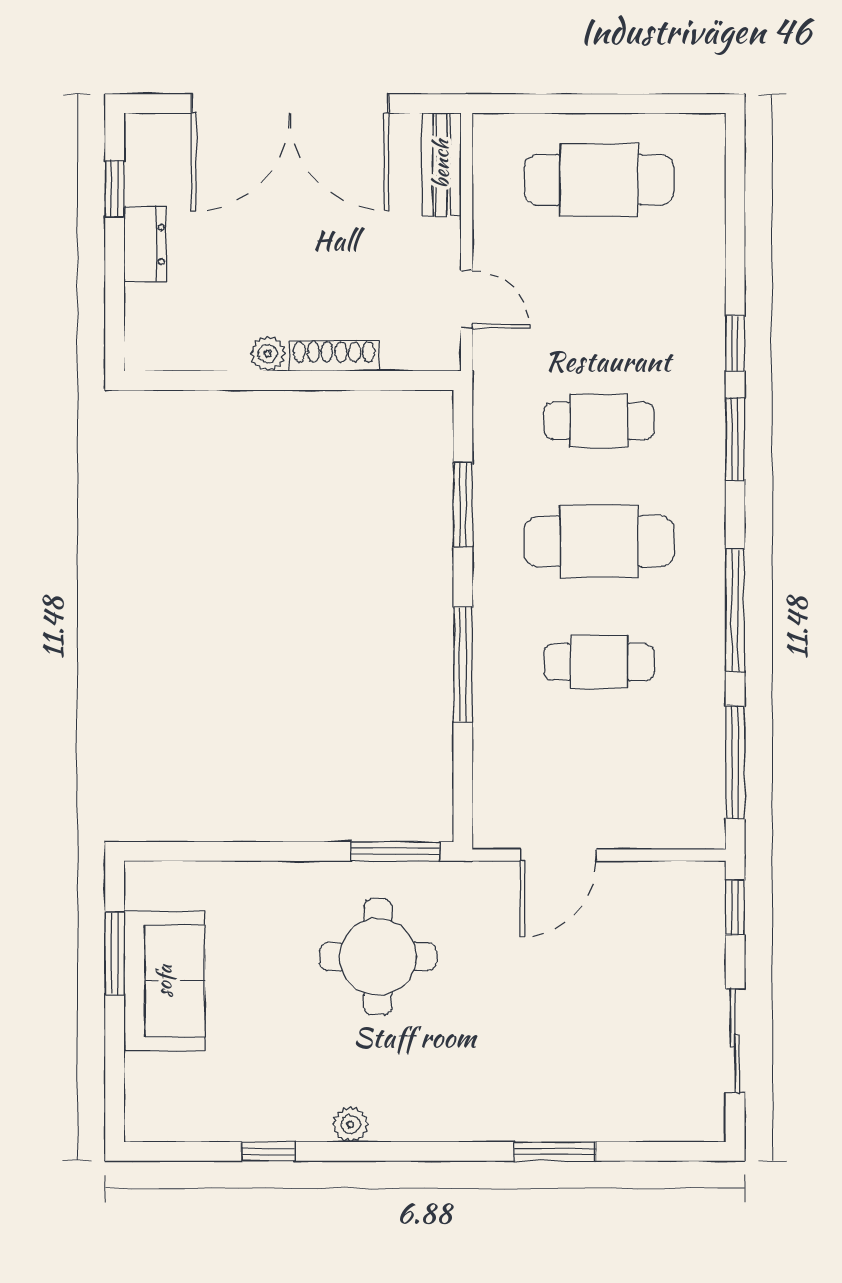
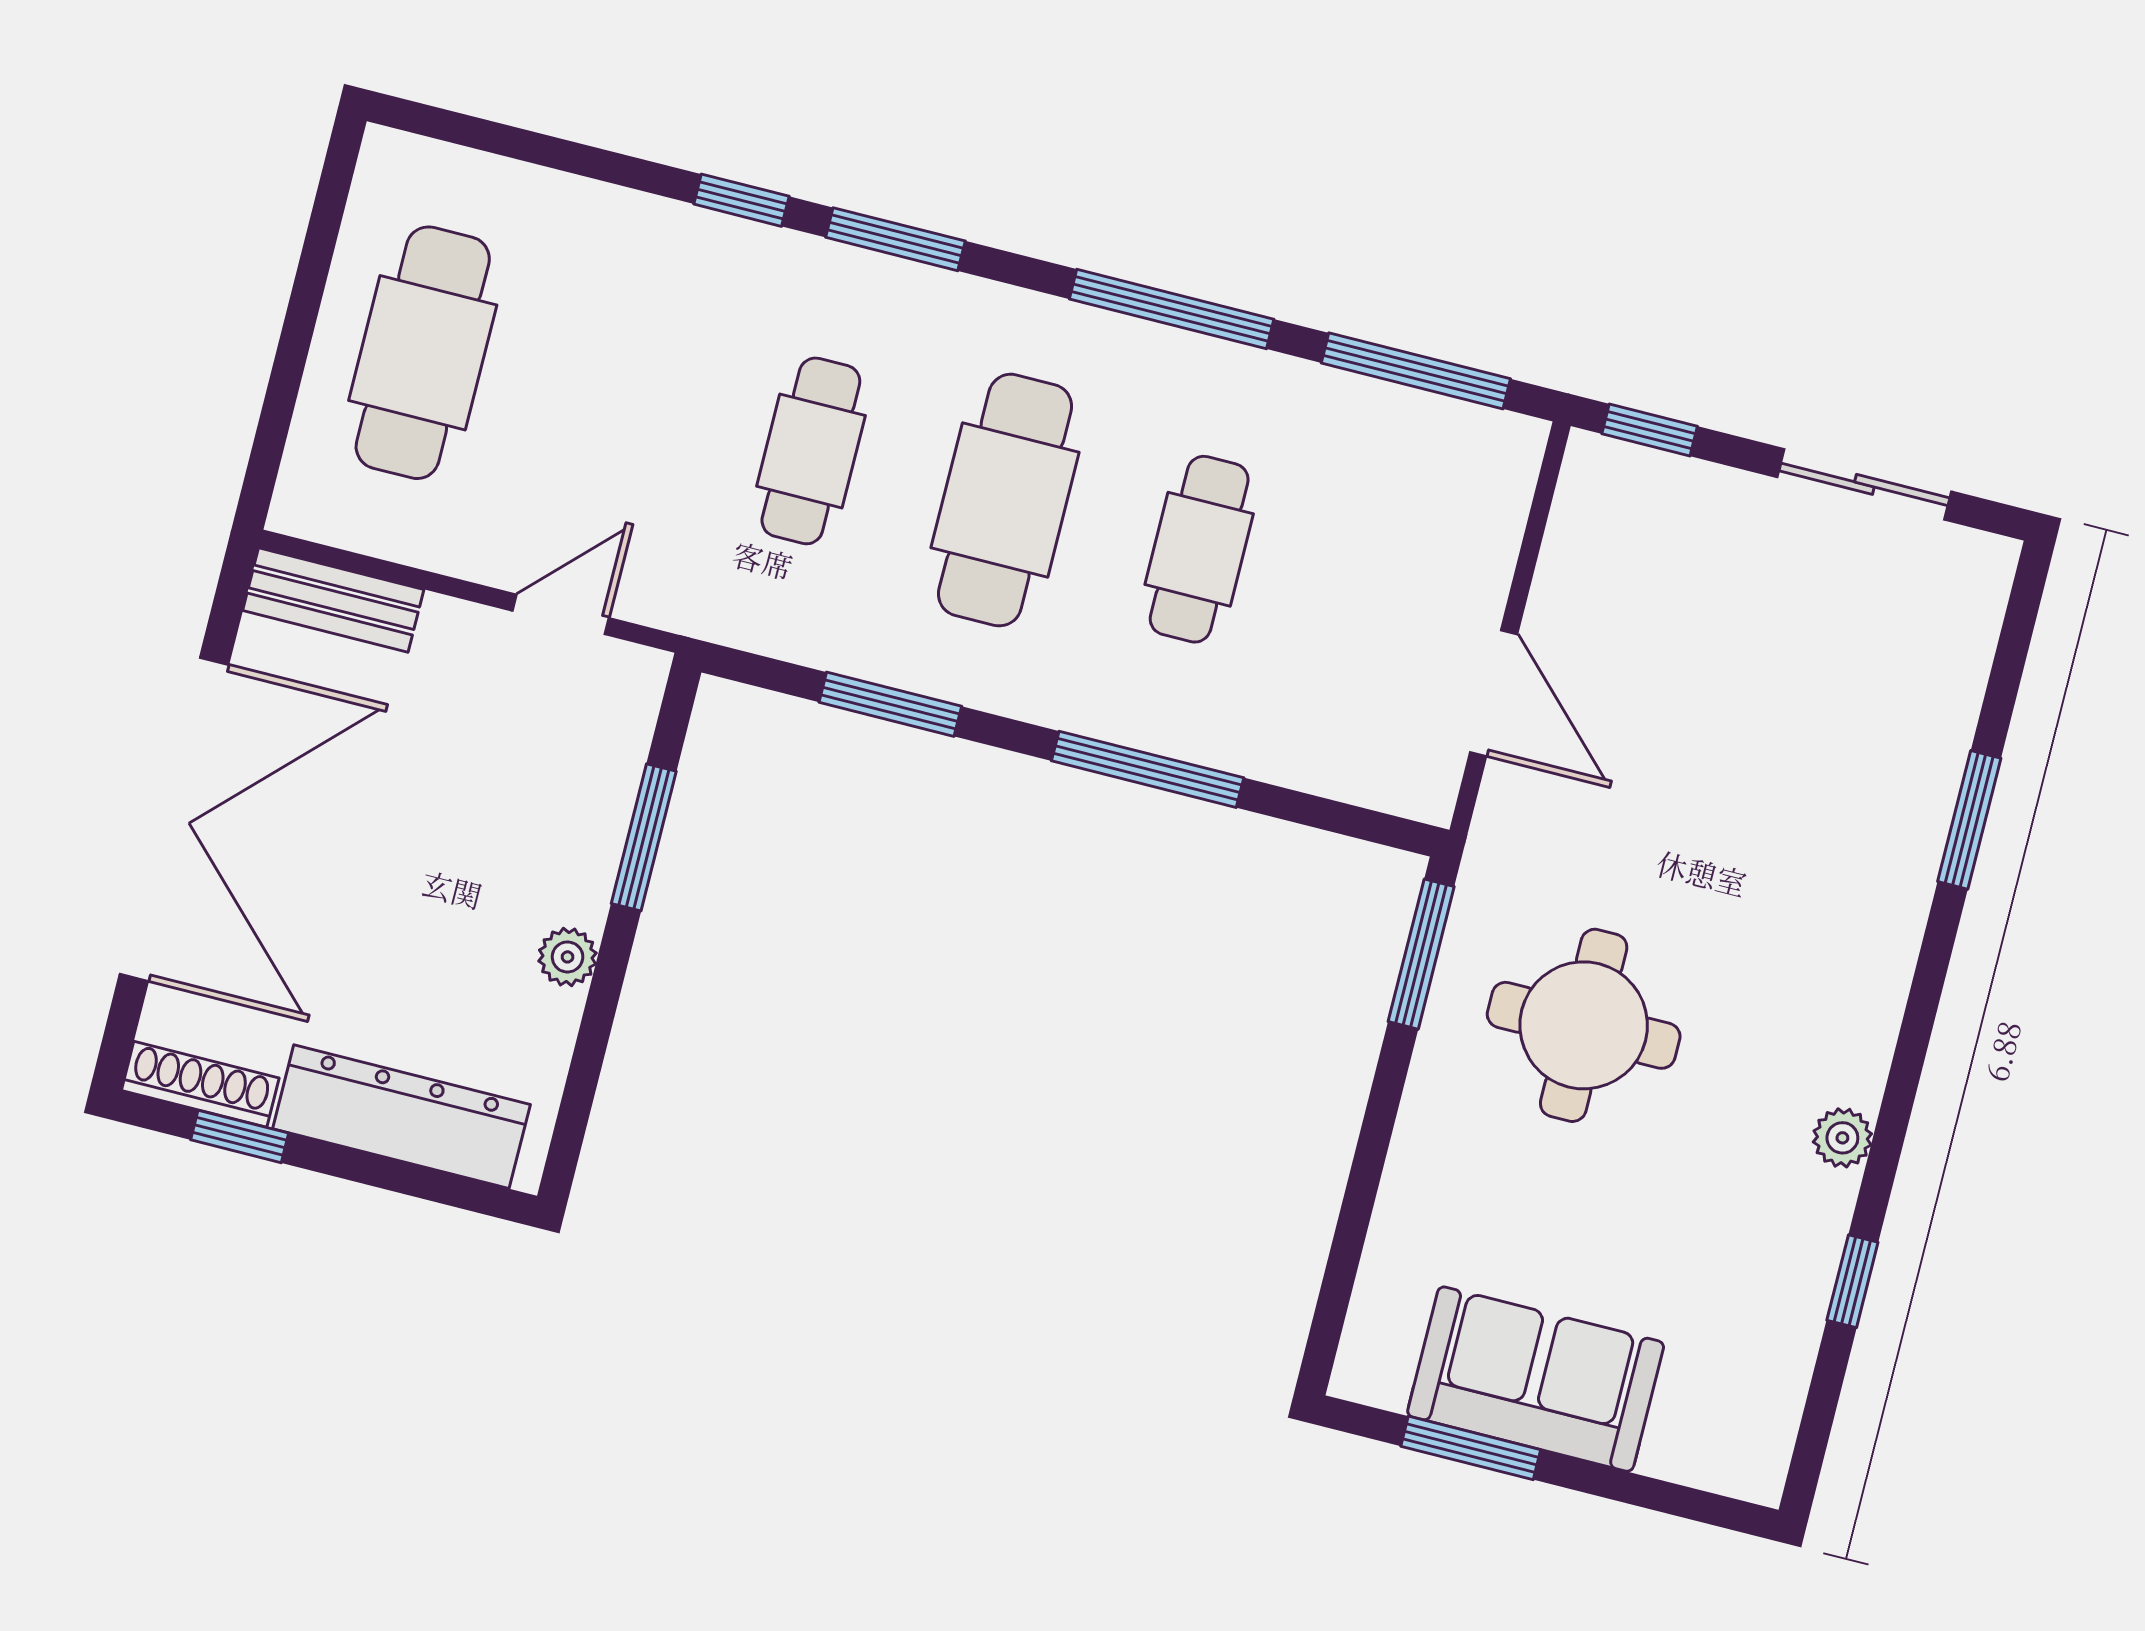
dresser: (145, 244) -> (401, 1117), width x1.96, depth x1.24
shoe rack: (334, 356) -> (200, 1084), moved, turned 90
window: (349, 380) -> (644, 837), added

